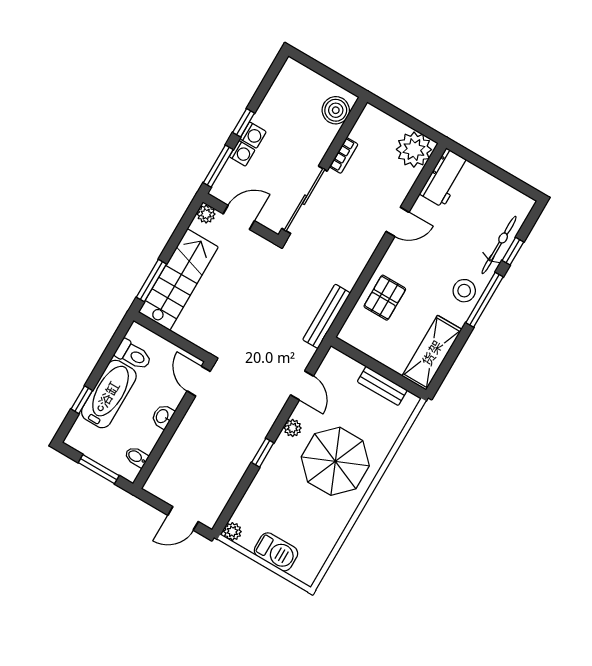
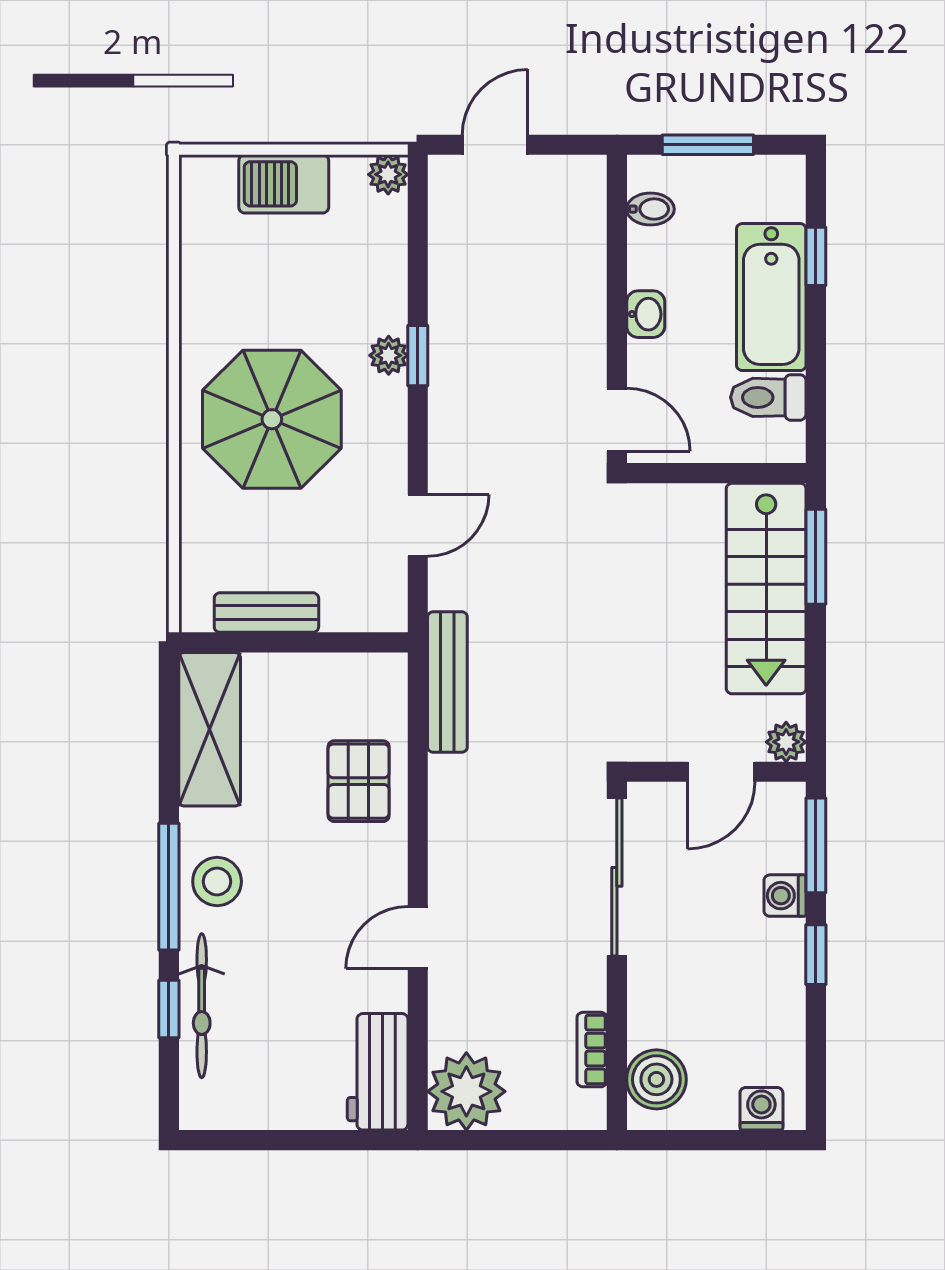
washing machine: (253, 135) -> (761, 1109), moved, turned 90
bookcase: (344, 155) -> (592, 1050), moved
door: (302, 385) -> (418, 525), swing flipped
plant: (293, 428) -> (389, 355), moved

